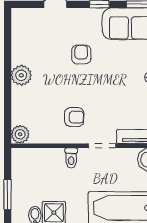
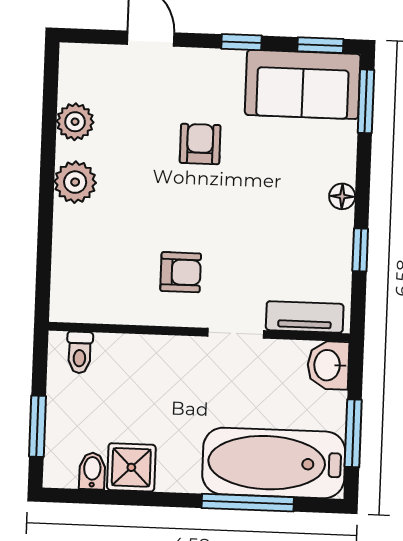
plant: (20, 134) -> (75, 122), moved
toilet: (71, 158) -> (80, 352), moved

